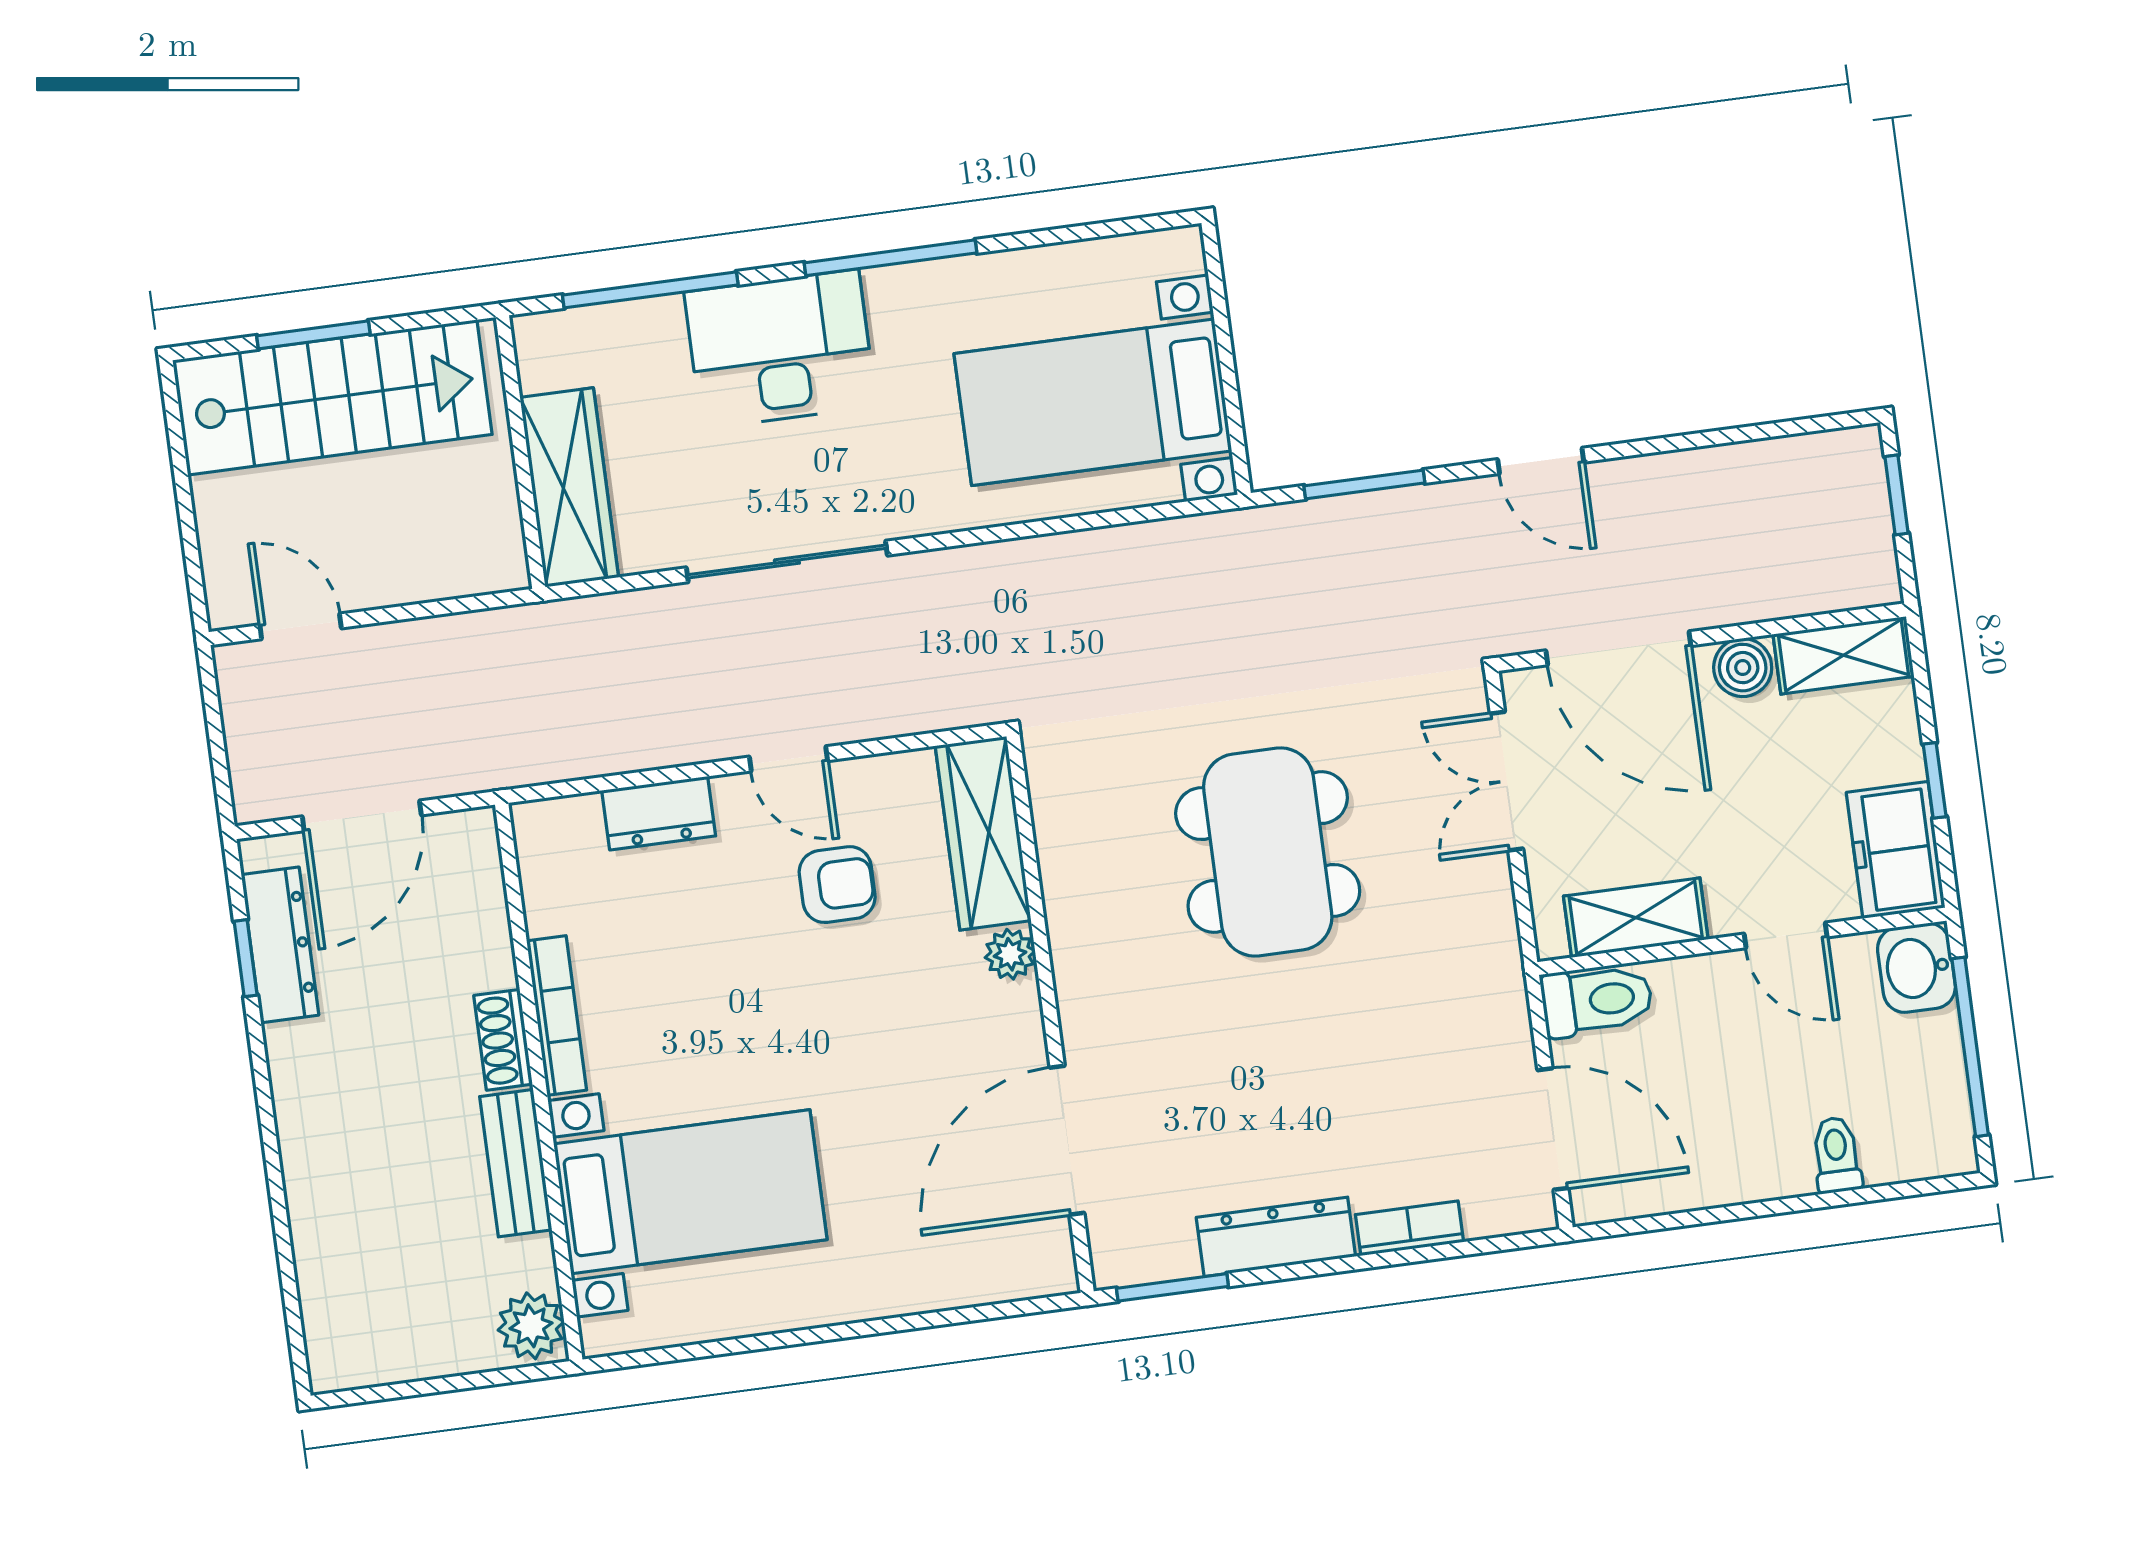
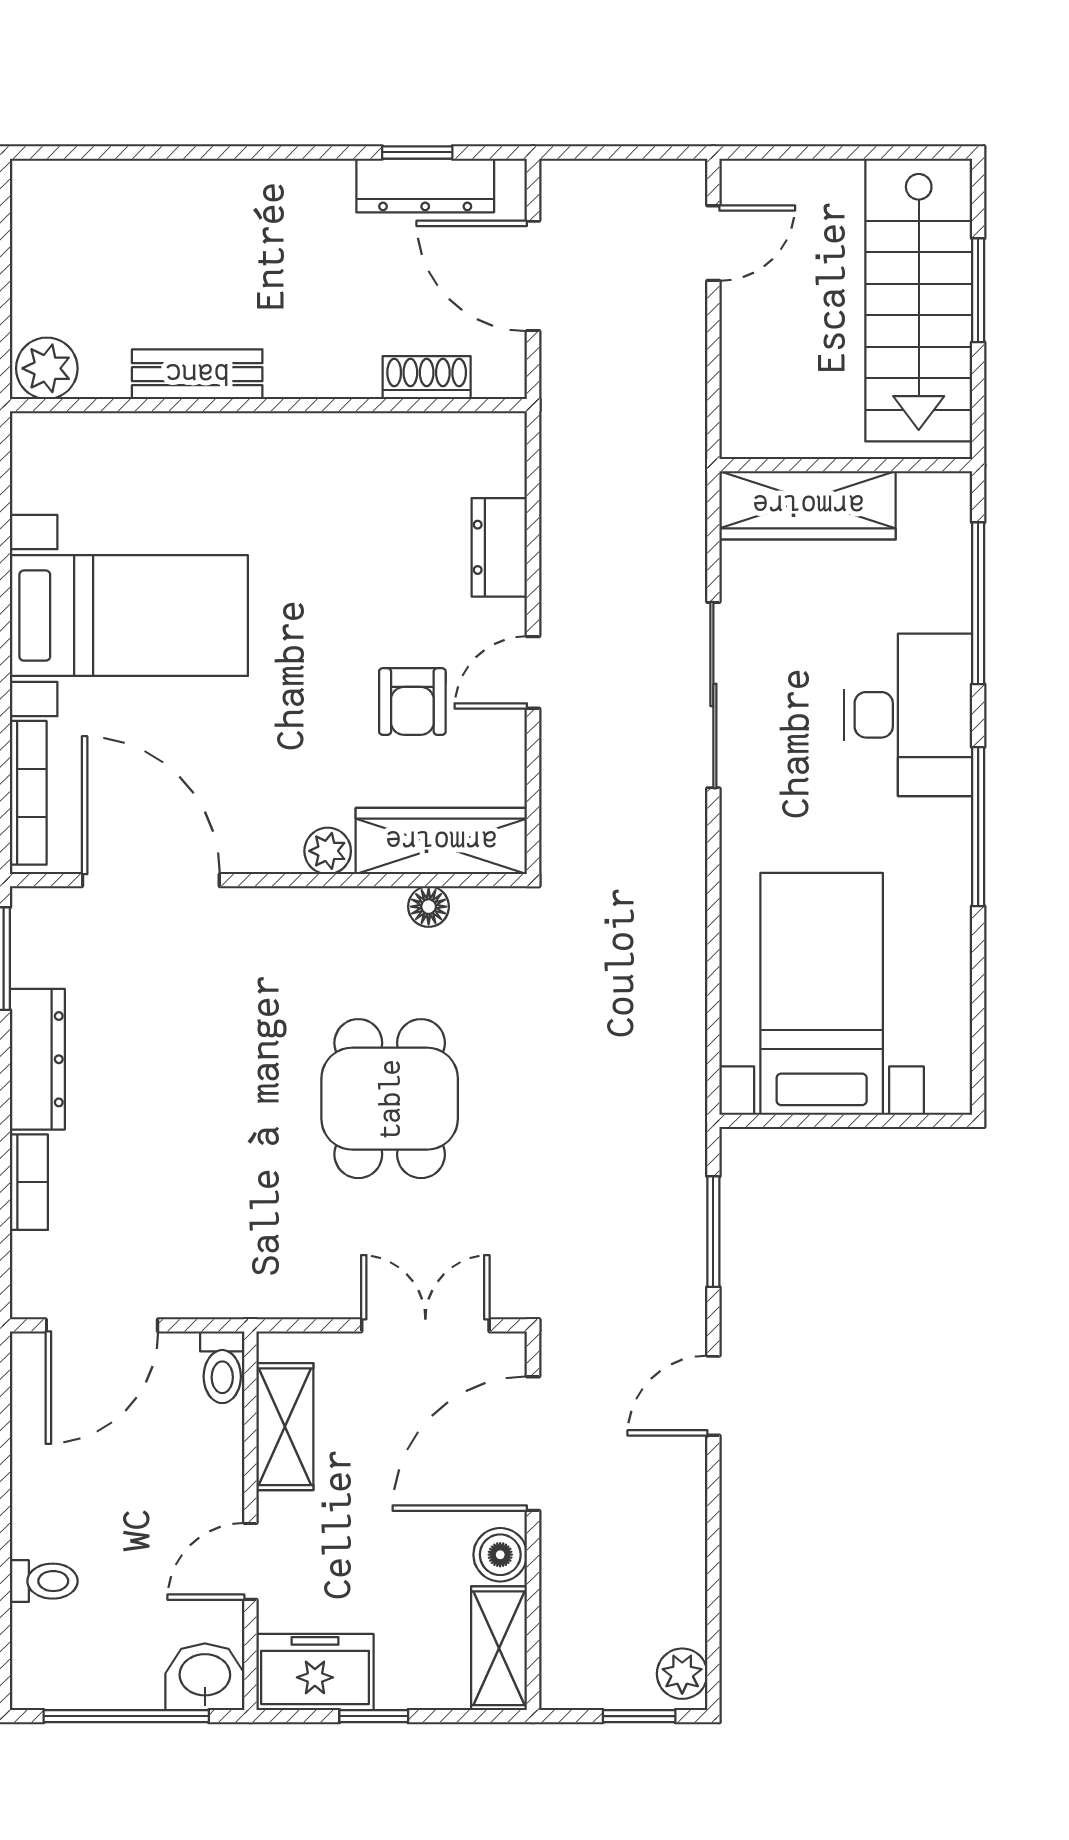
plant: (1845, 455) -> (682, 1674), added
floor lamp: (1055, 838) -> (429, 907), added
dining table: (1268, 852) -> (390, 1099), width x0.73
toilet: (1597, 1000) -> (222, 1367), width x0.73, depth x0.72
bookcase: (557, 1015) -> (28, 793), moved, turned -90
shoe rack: (503, 1040) -> (427, 378), moved
bed with nightstands: (690, 1192) -> (129, 616), moved, turned -90

